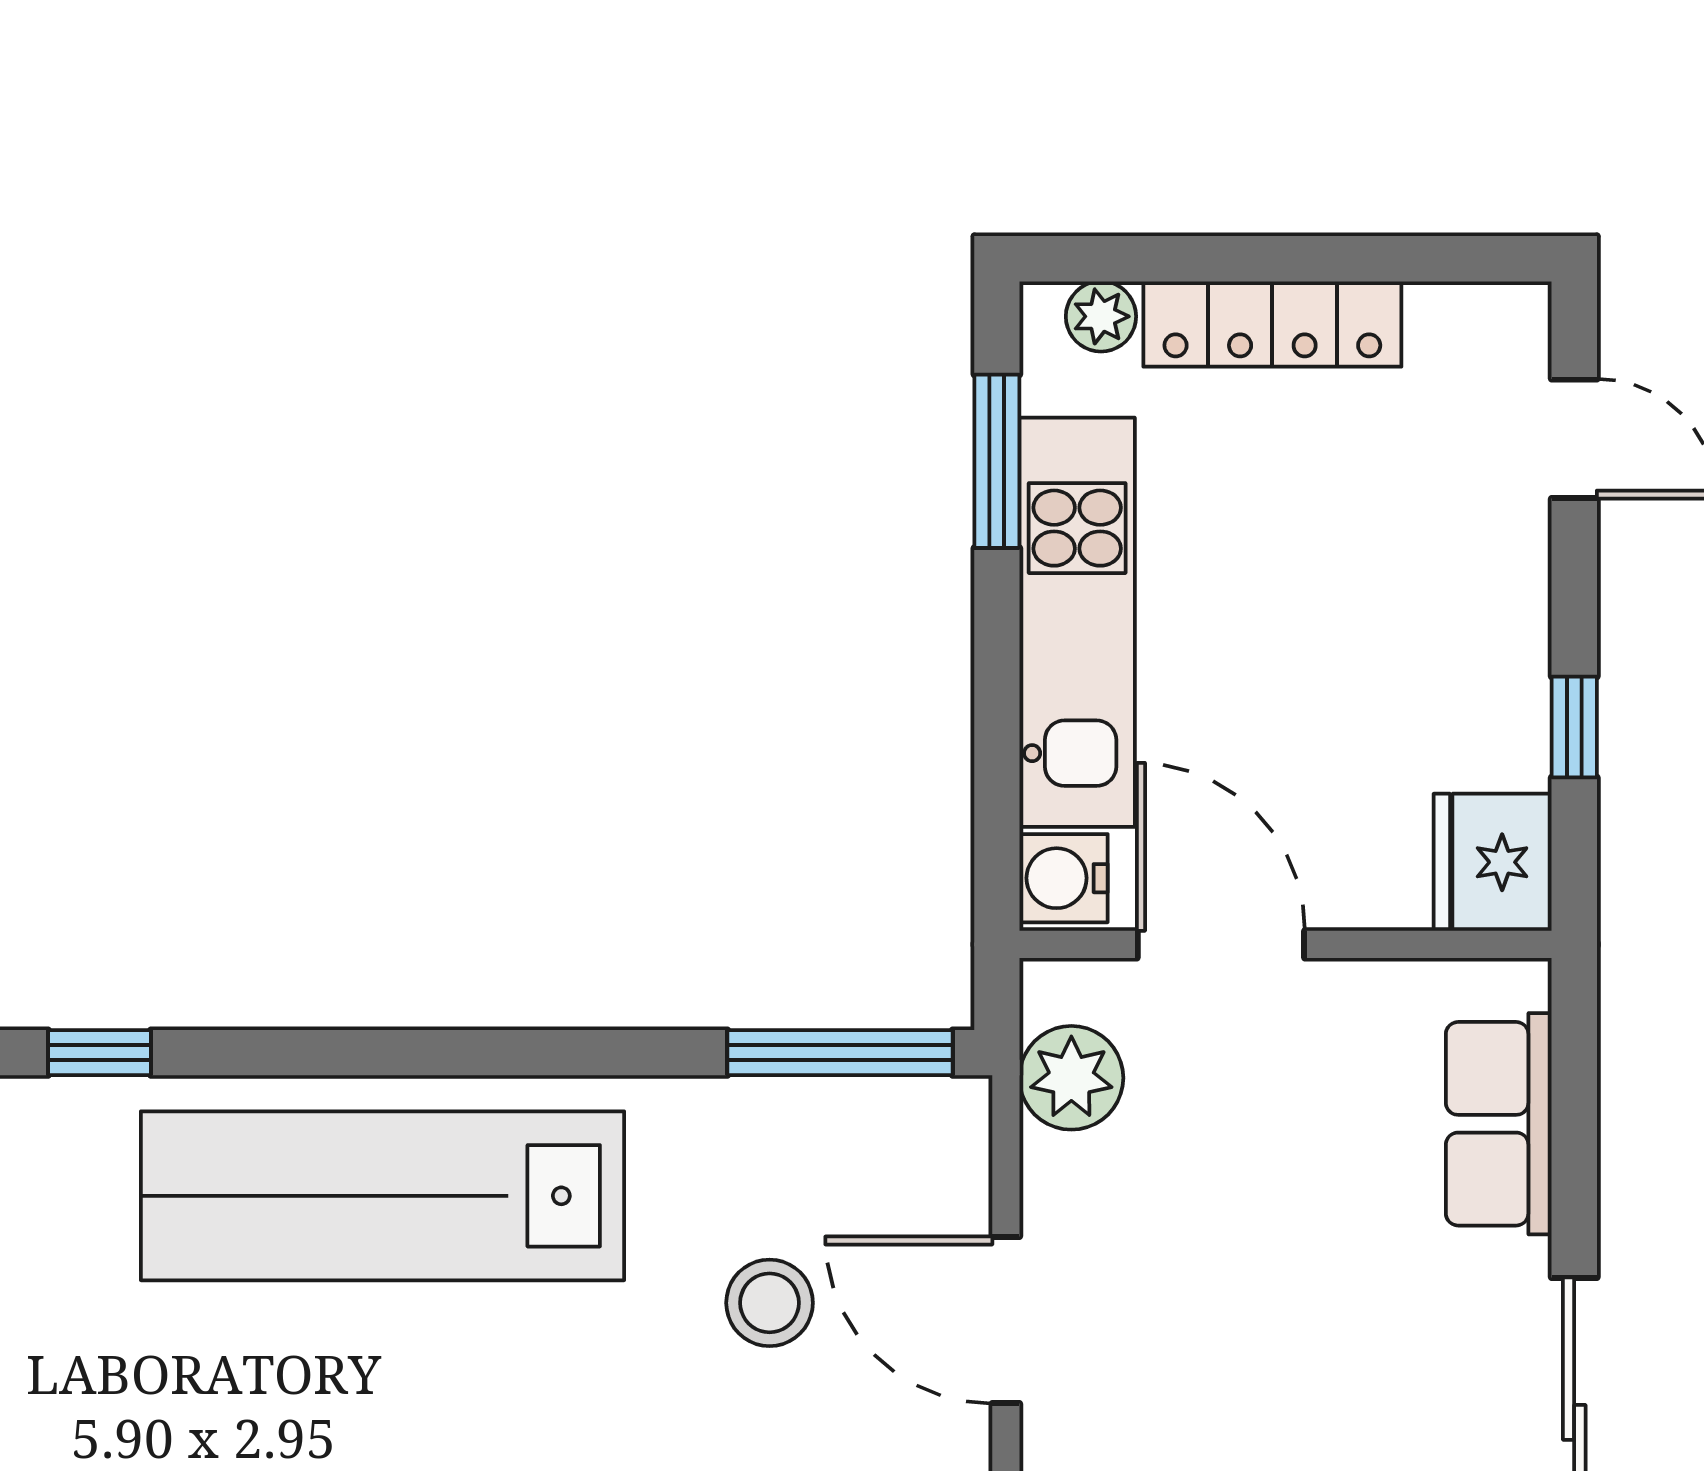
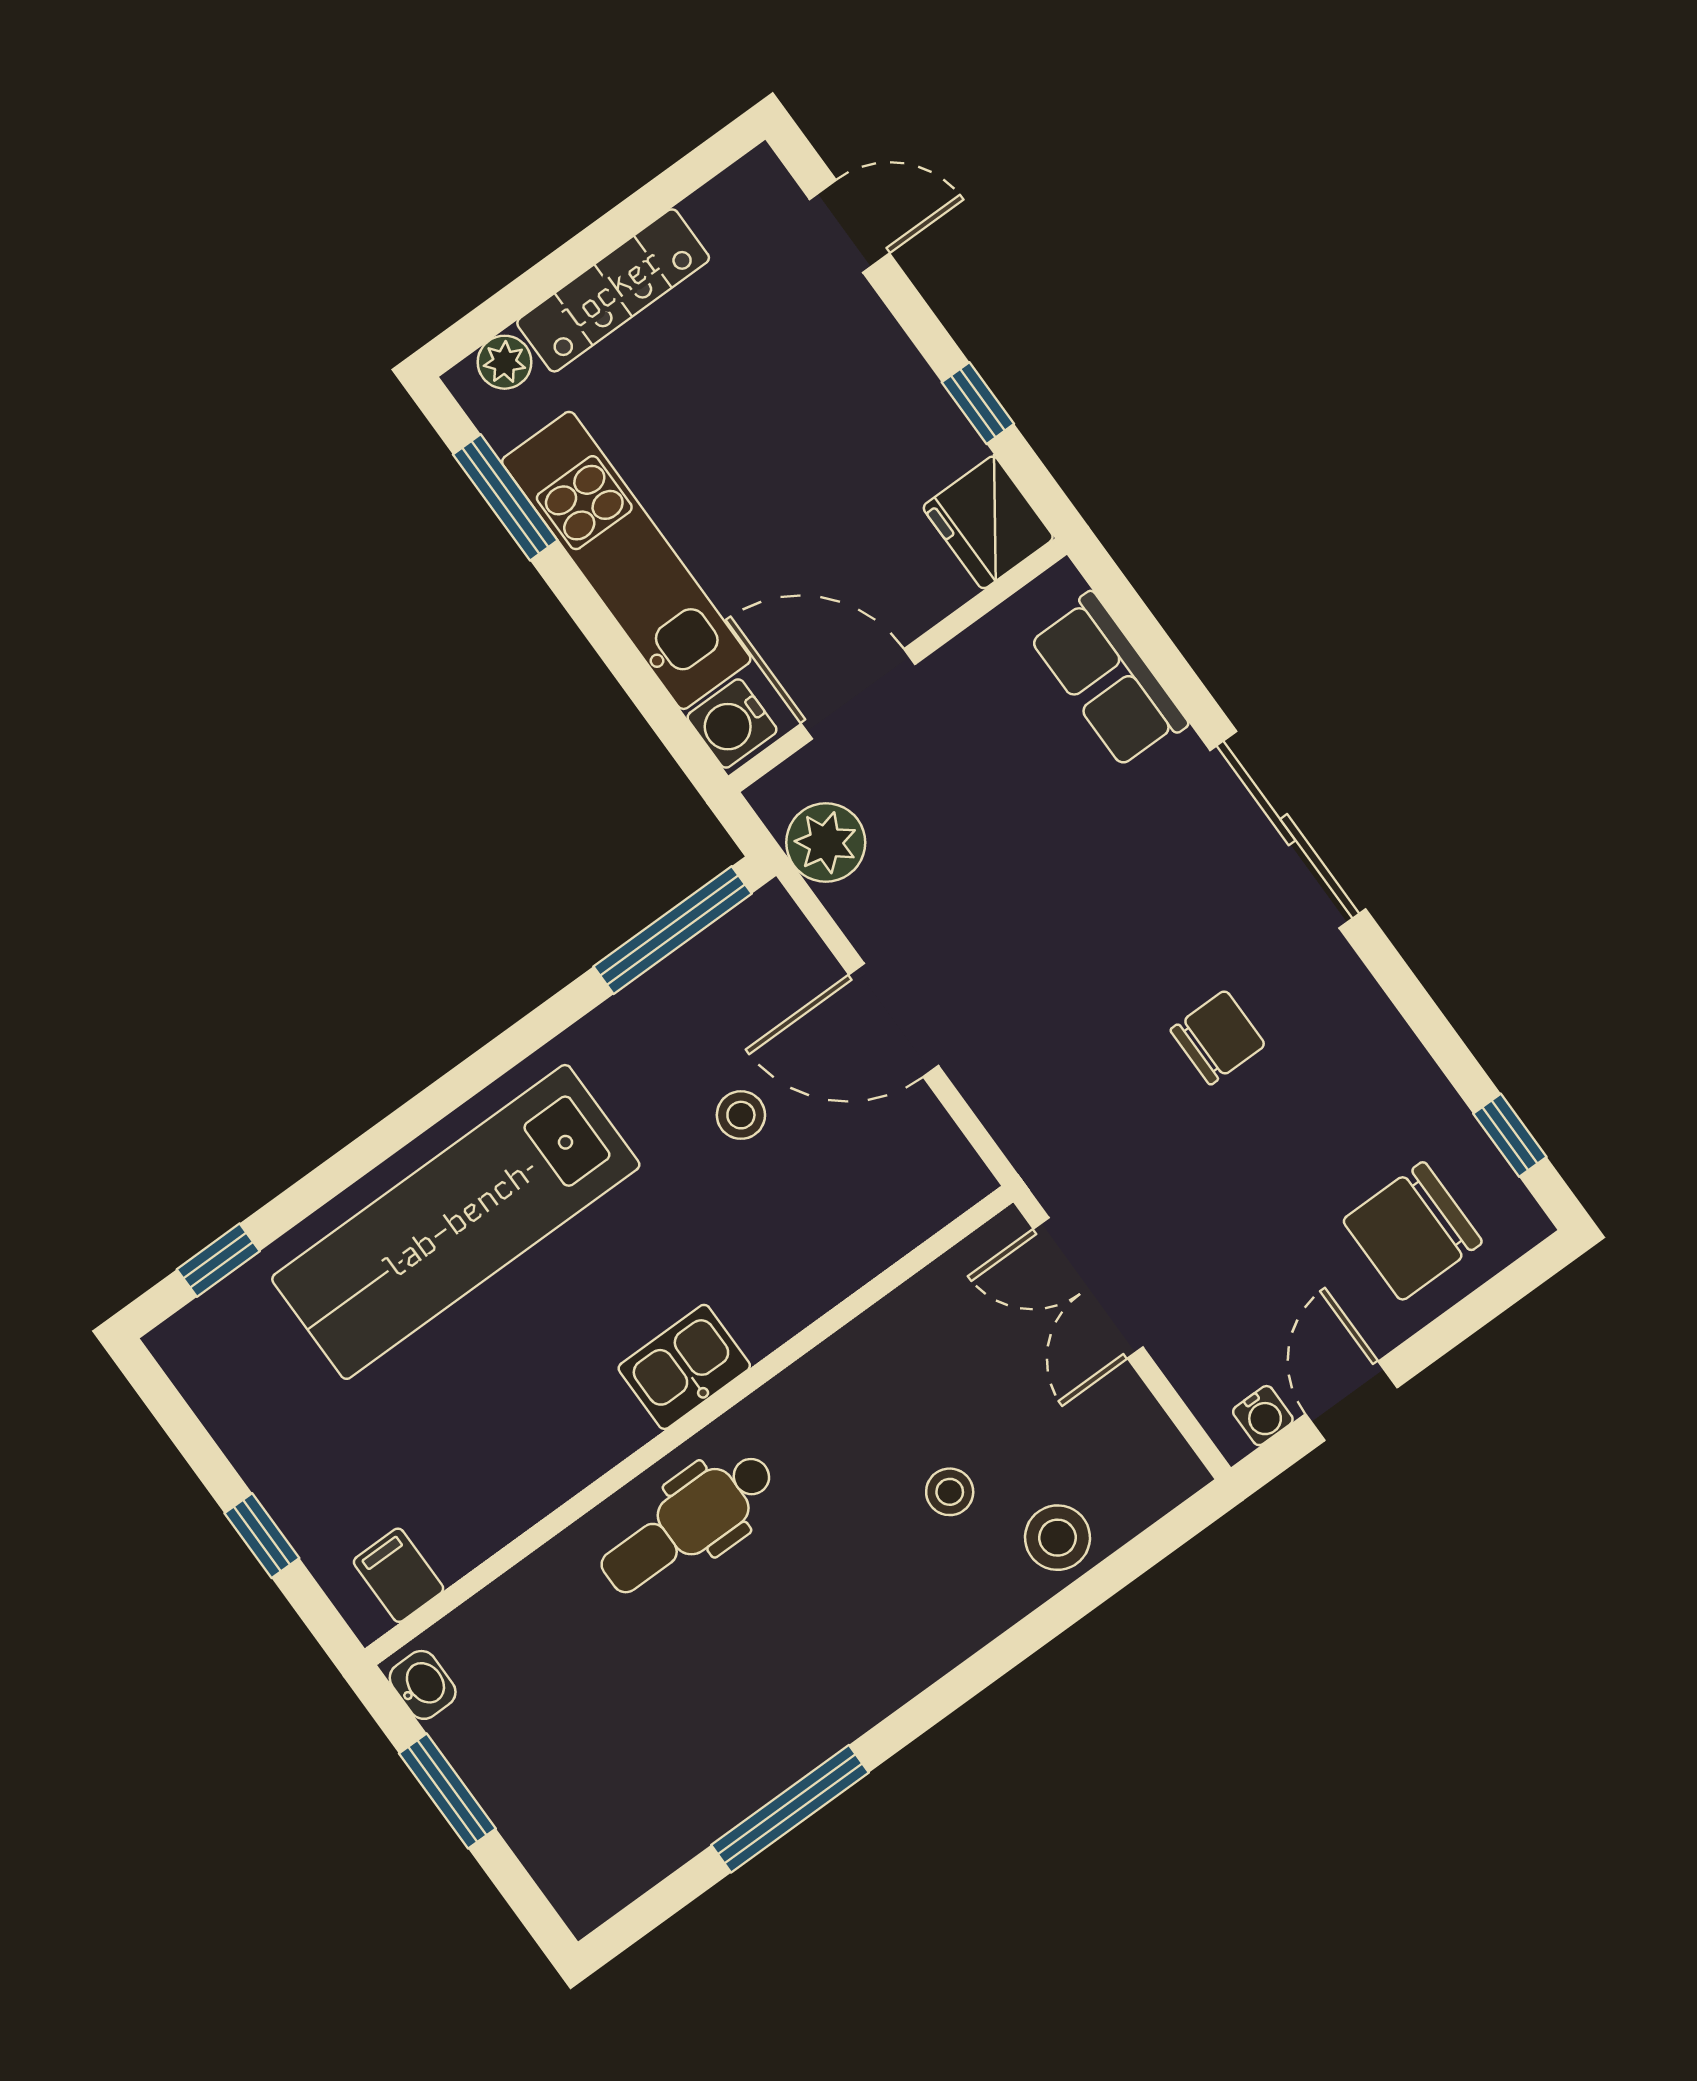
stool: (770, 1303) -> (741, 1115), width x0.73, depth x0.73

